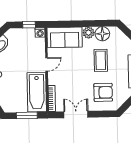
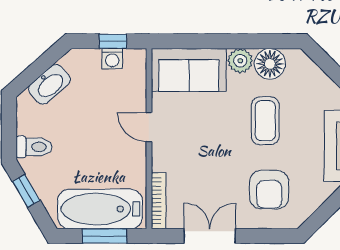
washing machine: (40, 33) -> (112, 59), moved
door: (47, 64) -> (149, 127), swing flipped
bathtub: (37, 92) -> (100, 209), moved, turned 90
armchair: (103, 92) -> (269, 190), turned 90

